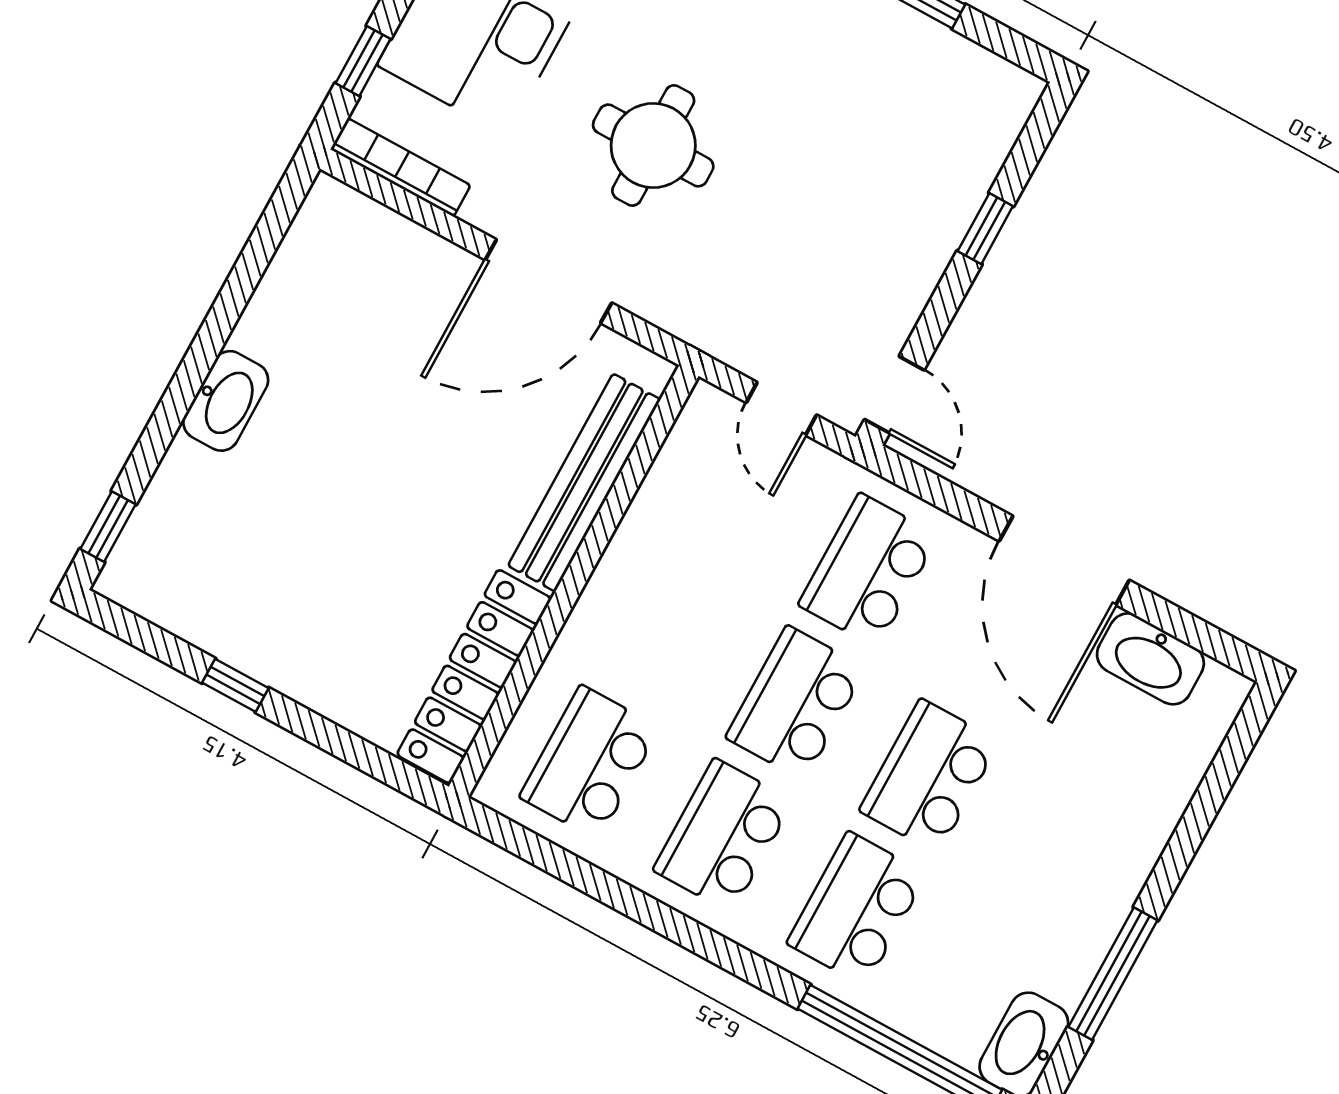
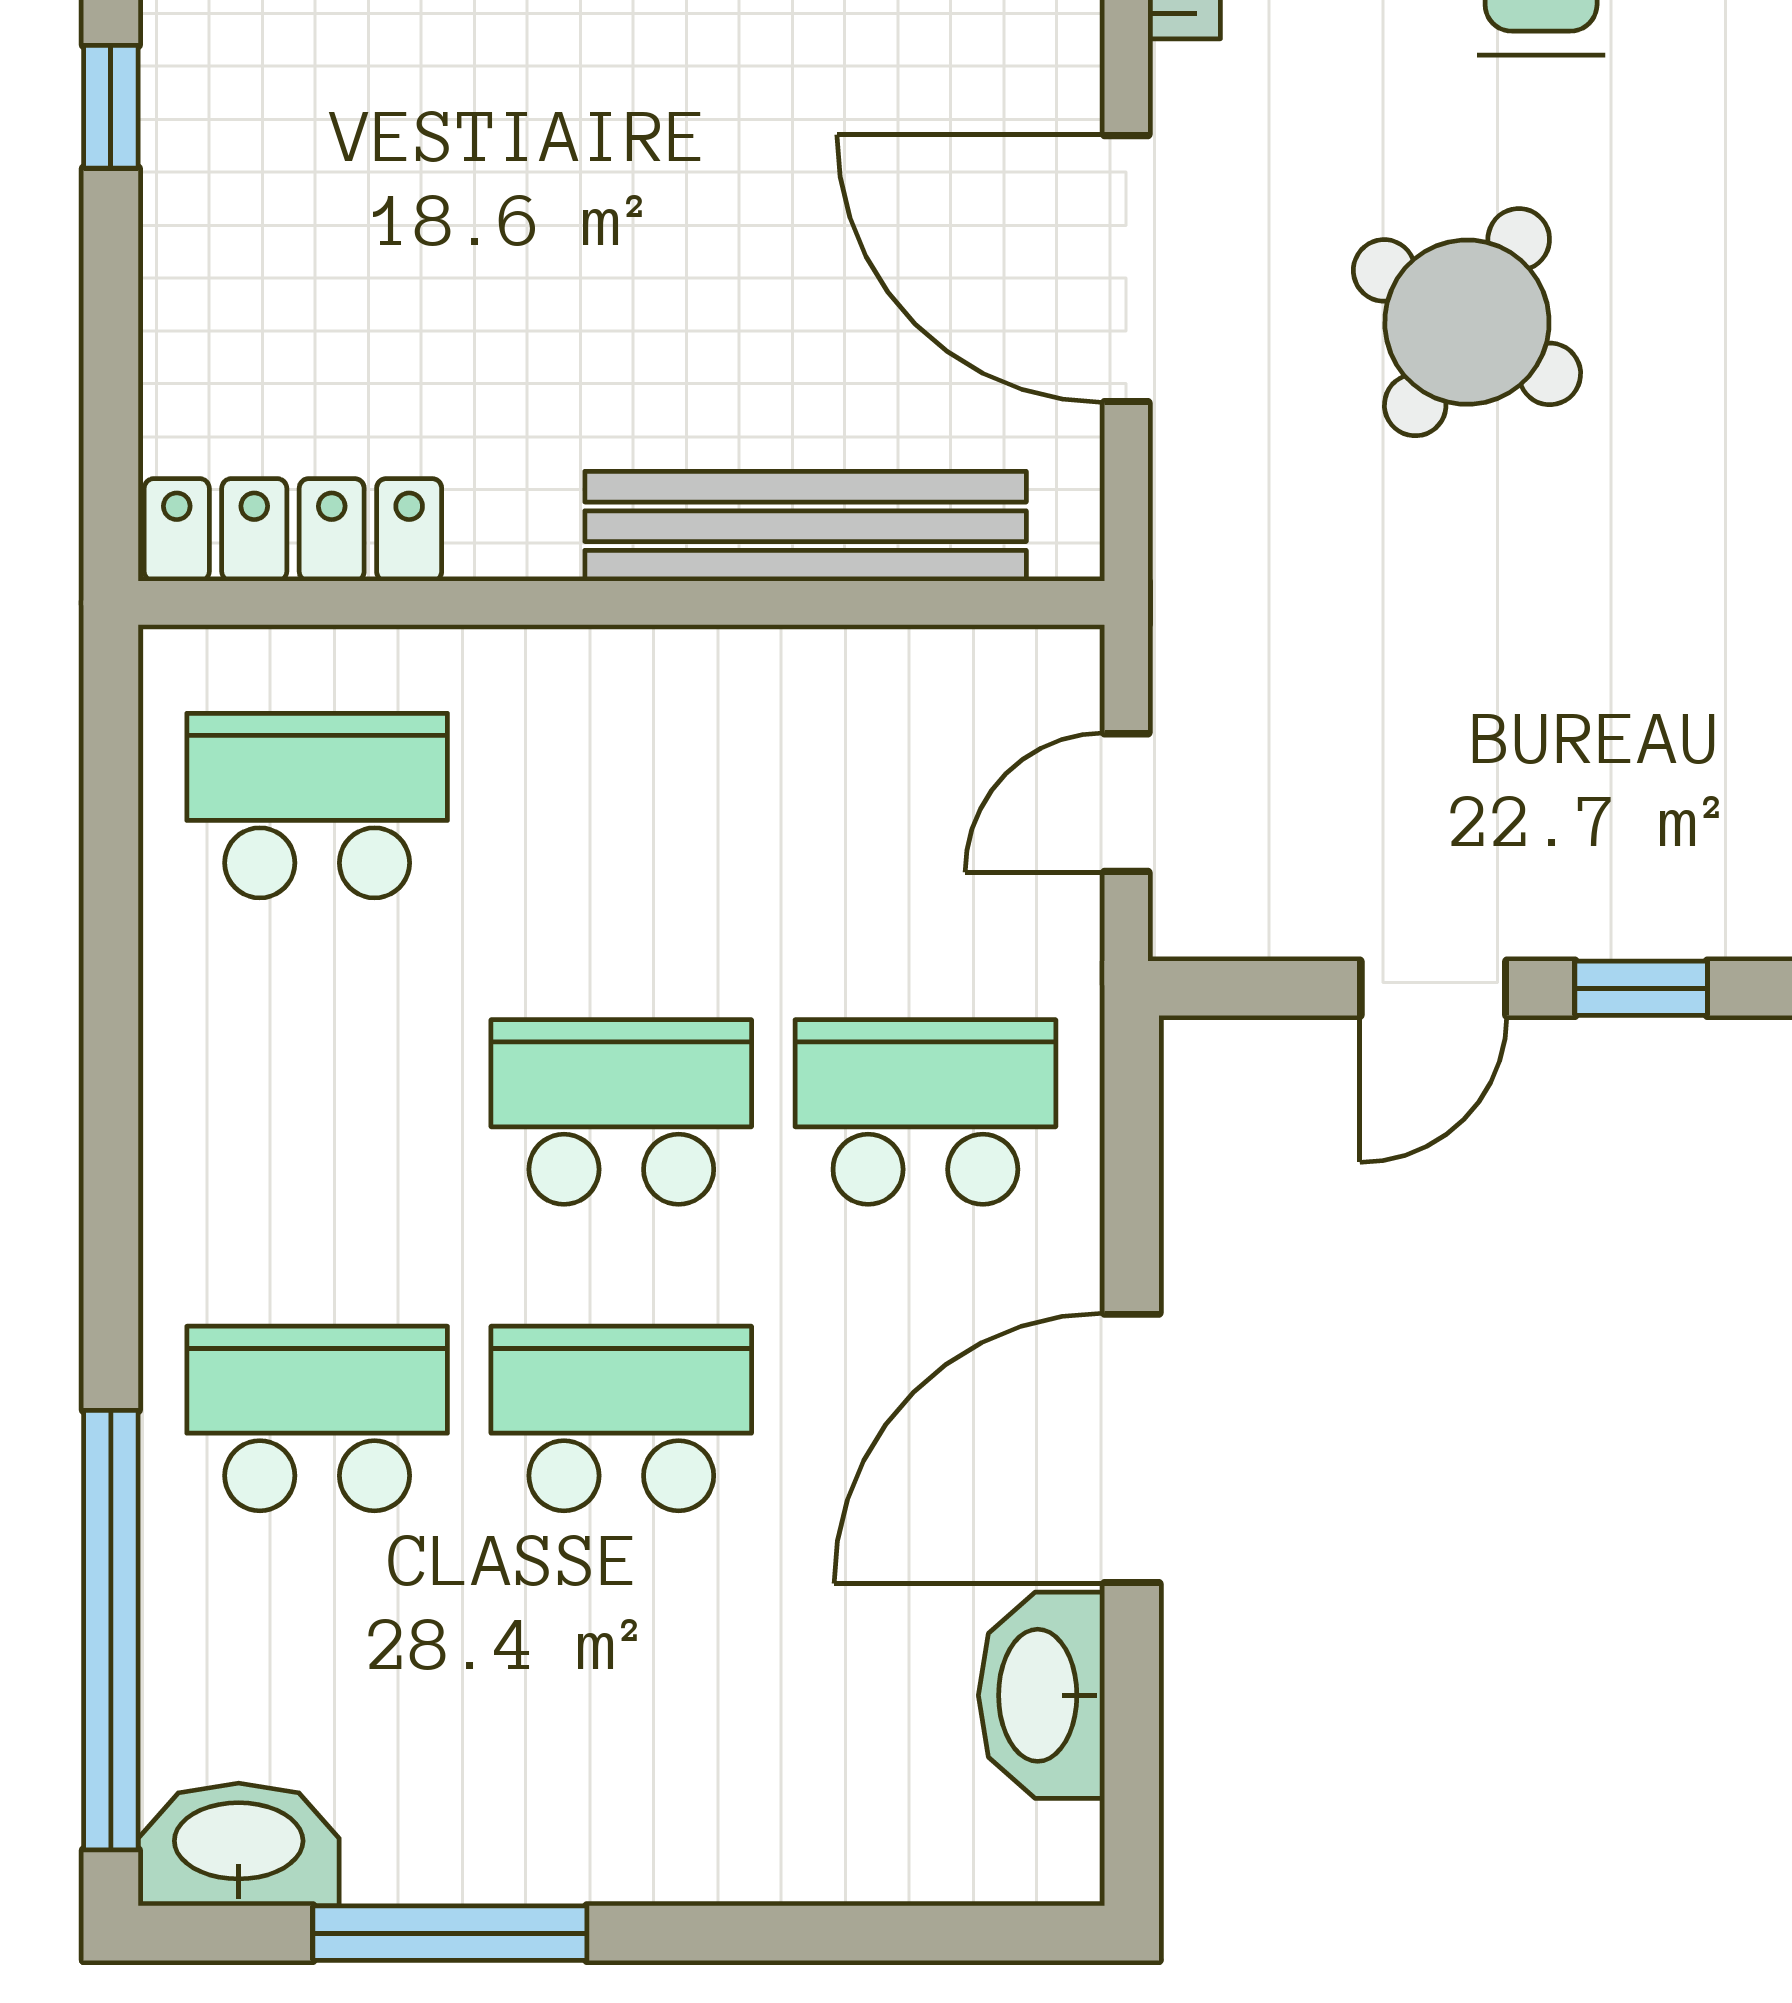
round table: (653, 145) -> (1467, 322), turned 32
door: (894, 395) -> (1433, 988), moved
locker: (474, 677) -> (293, 530), width x0.71, depth x0.83
school desk: (723, 836) -> (317, 1112), removed

